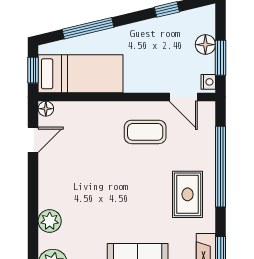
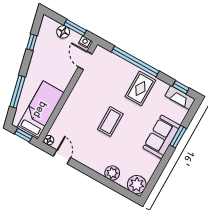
door: (183, 97) -> (85, 61), swing flipped
coffee table: (145, 132) -> (110, 122), moved
rug: (188, 194) -> (140, 88), turned 90

